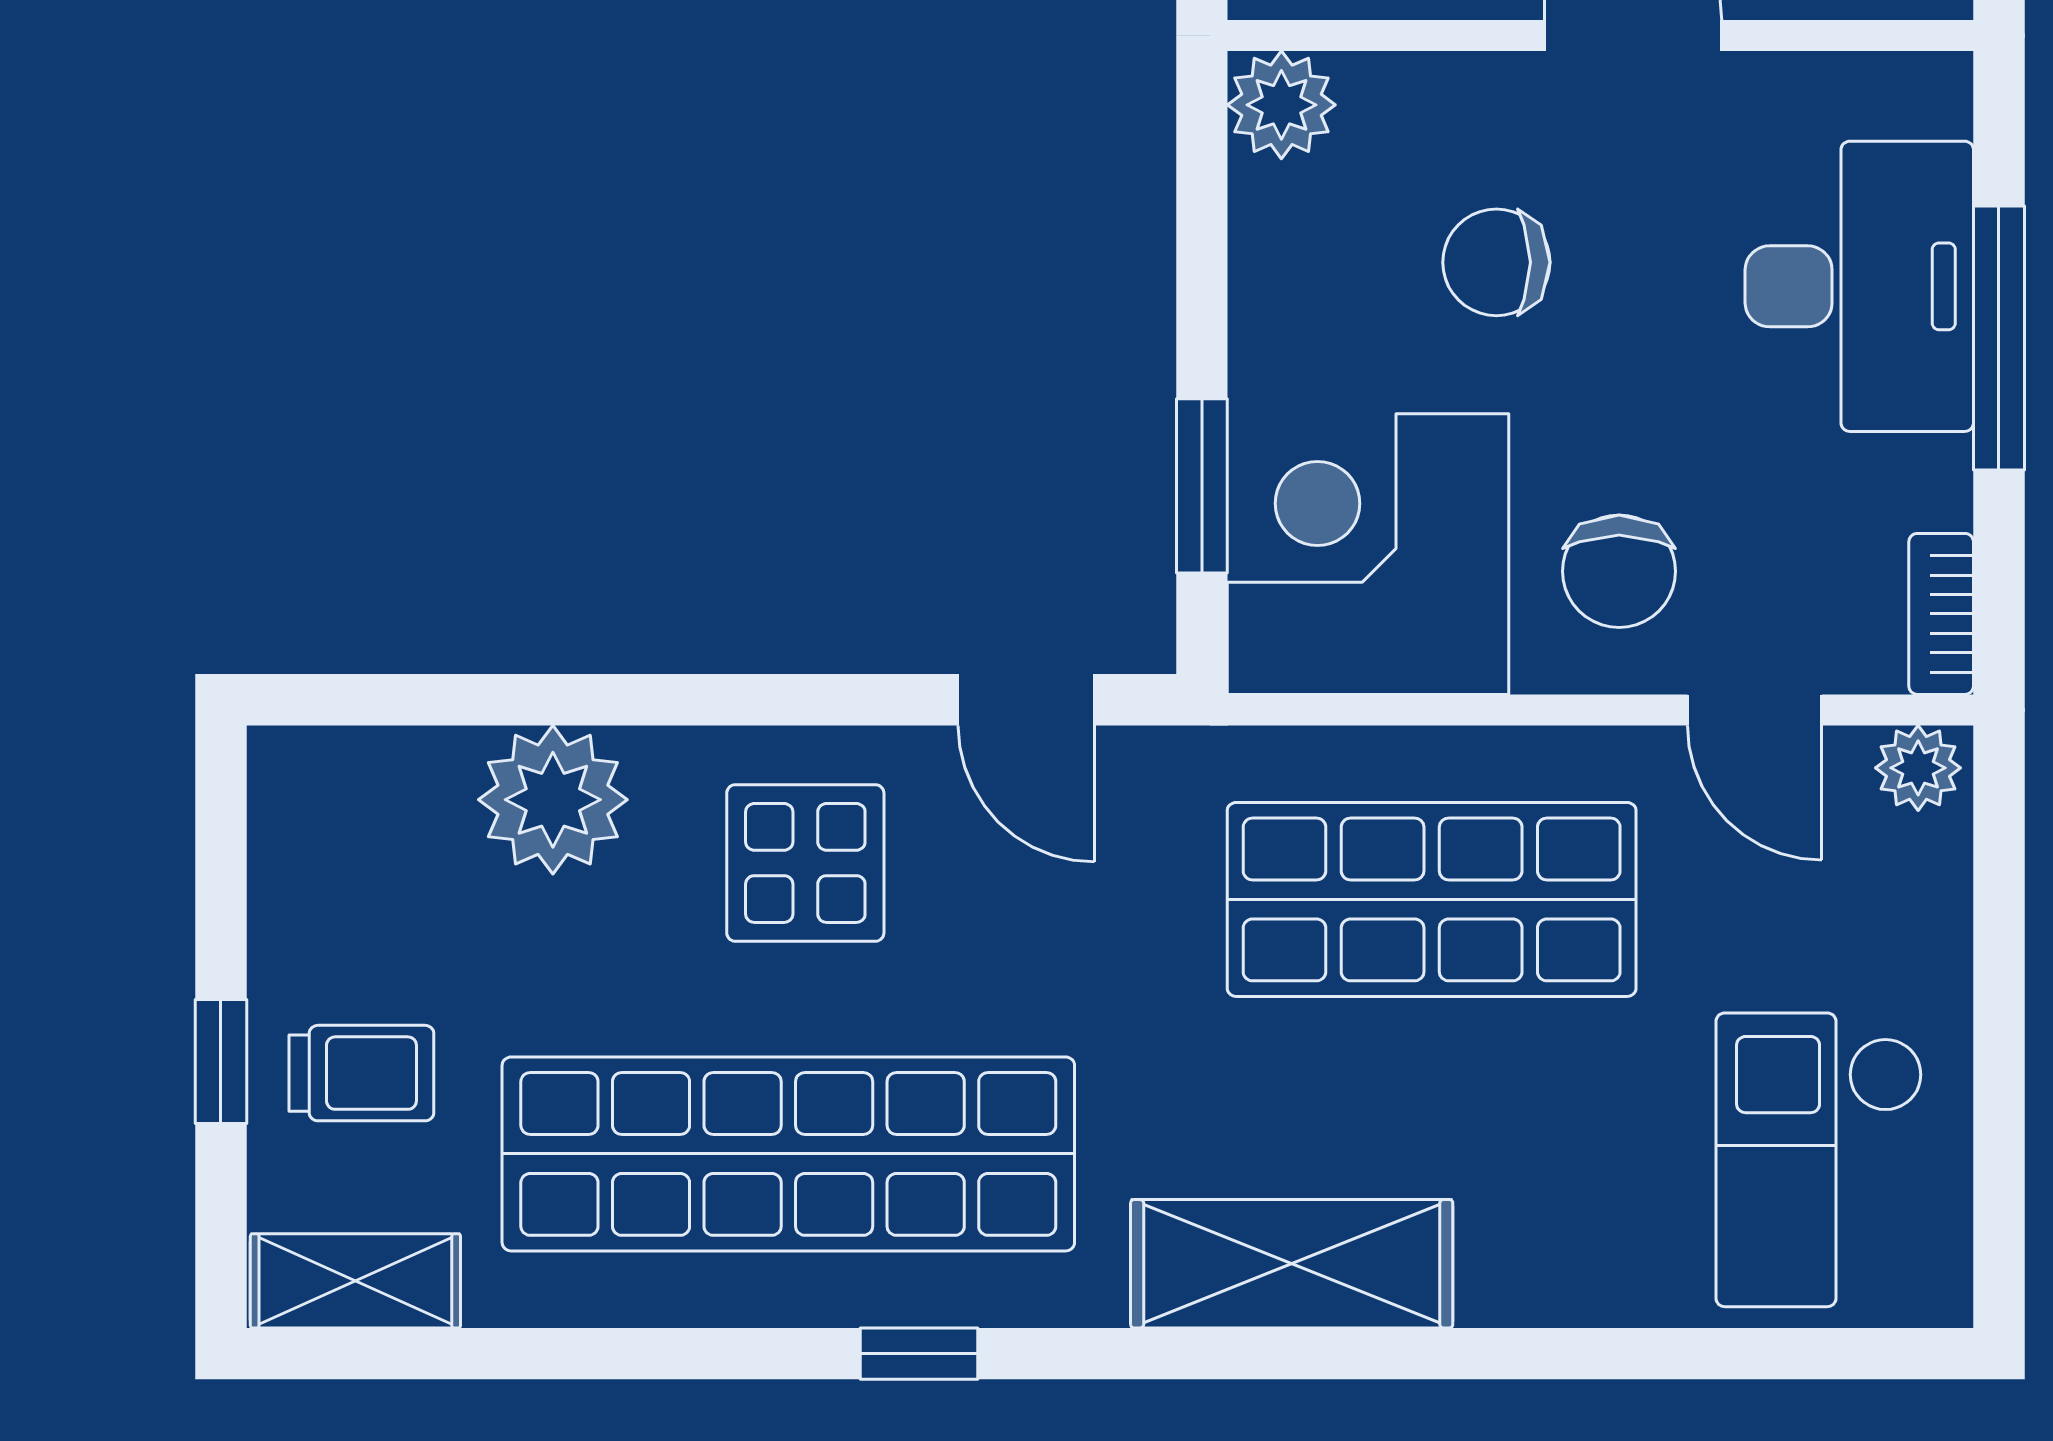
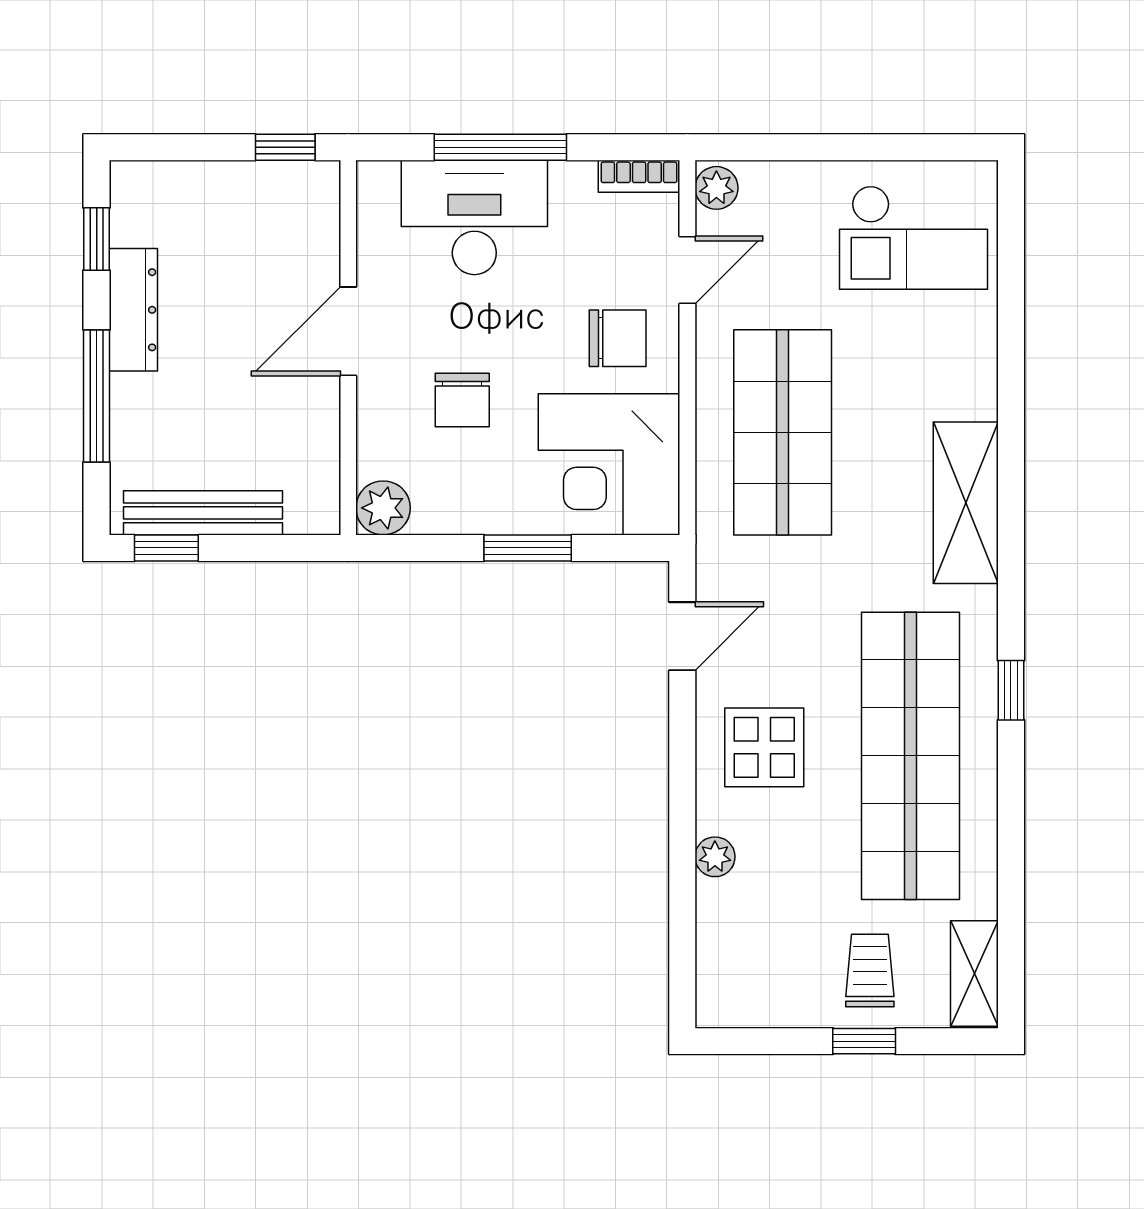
window: (1202, 486) -> (528, 548), moved
plant: (553, 800) -> (715, 857), width x0.53, depth x0.53

